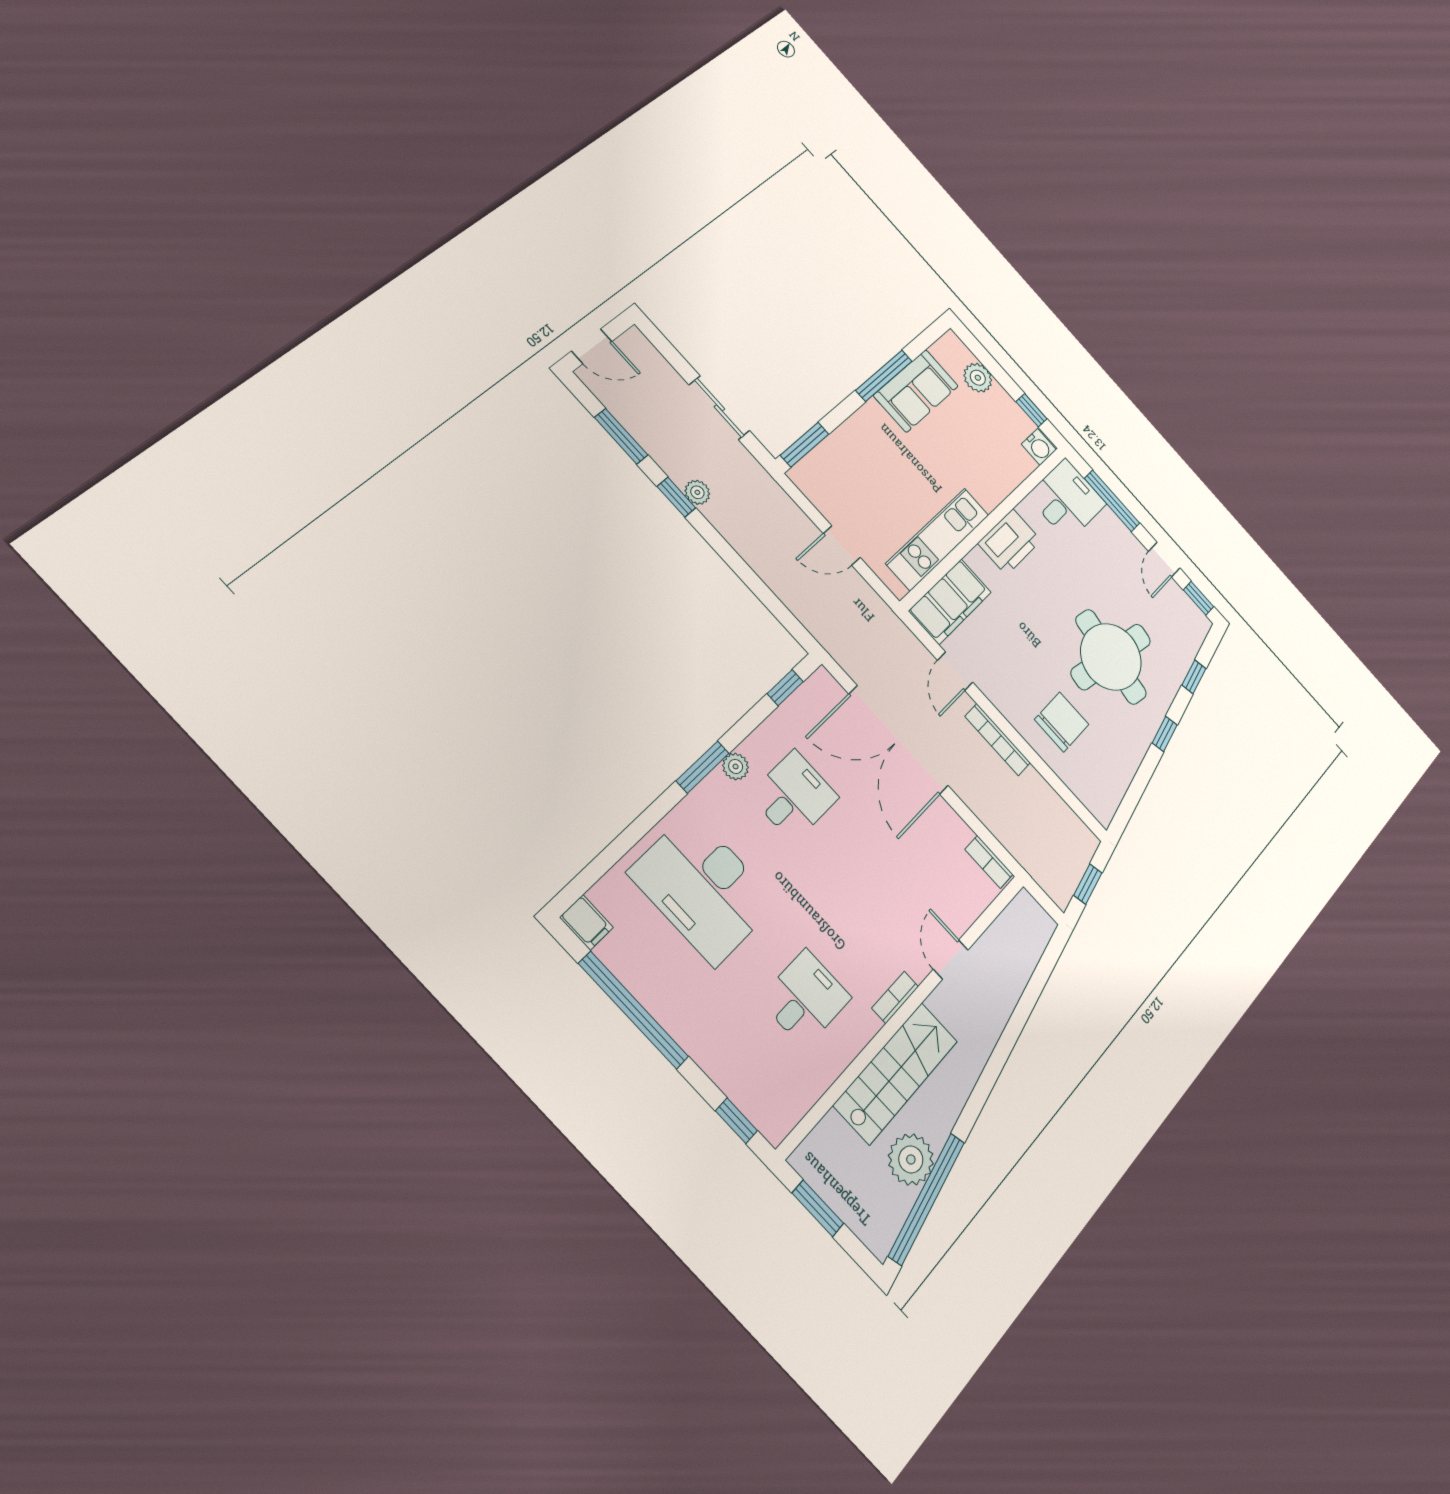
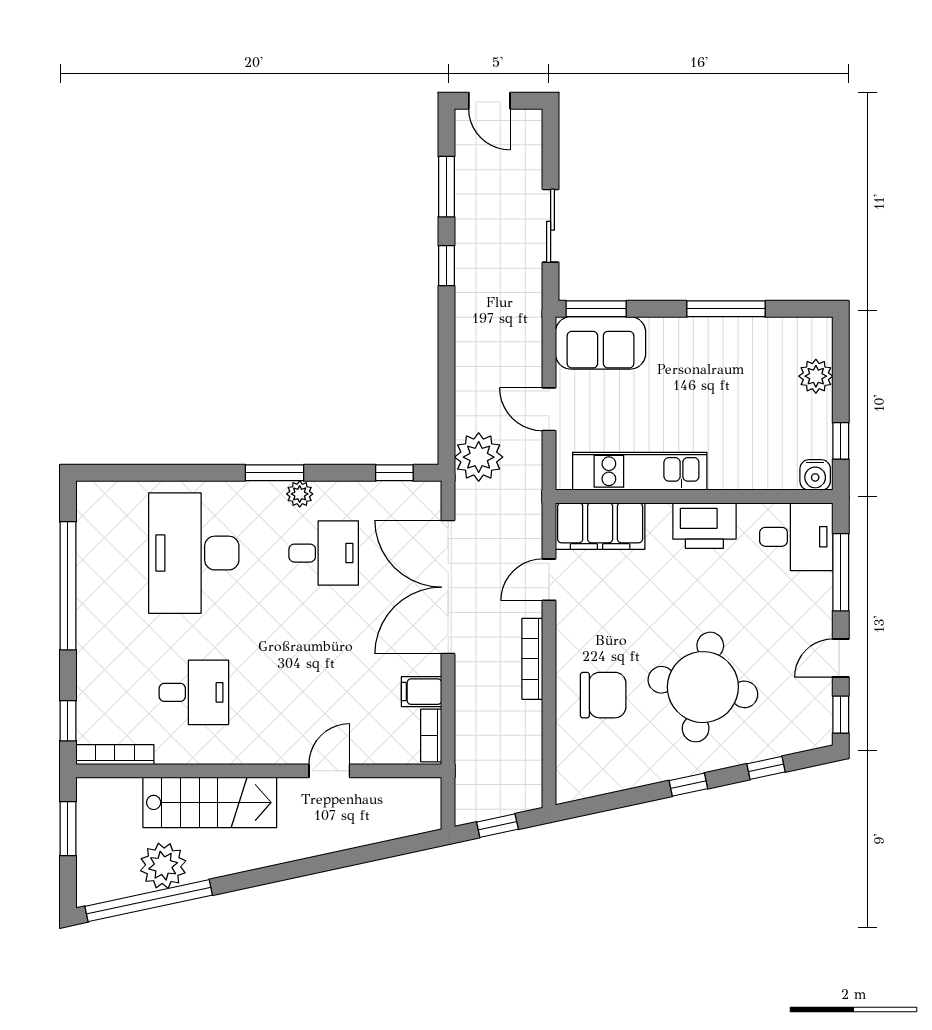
sofa: (916, 391) -> (600, 343), moved
plant: (697, 492) -> (479, 457), moved, width x1.87, depth x1.87
filing cabinet: (586, 922) -> (422, 692), moved, turned 90
bookcase: (895, 997) -> (115, 755), moved, width x1.56

